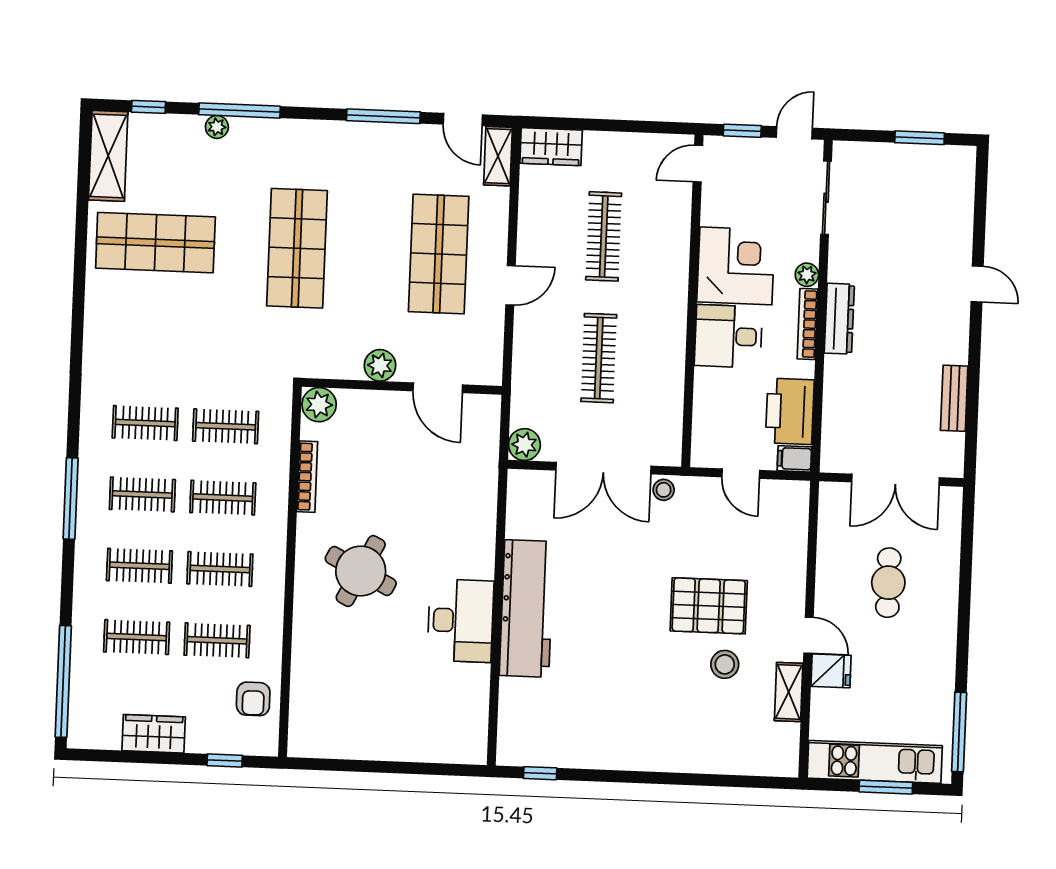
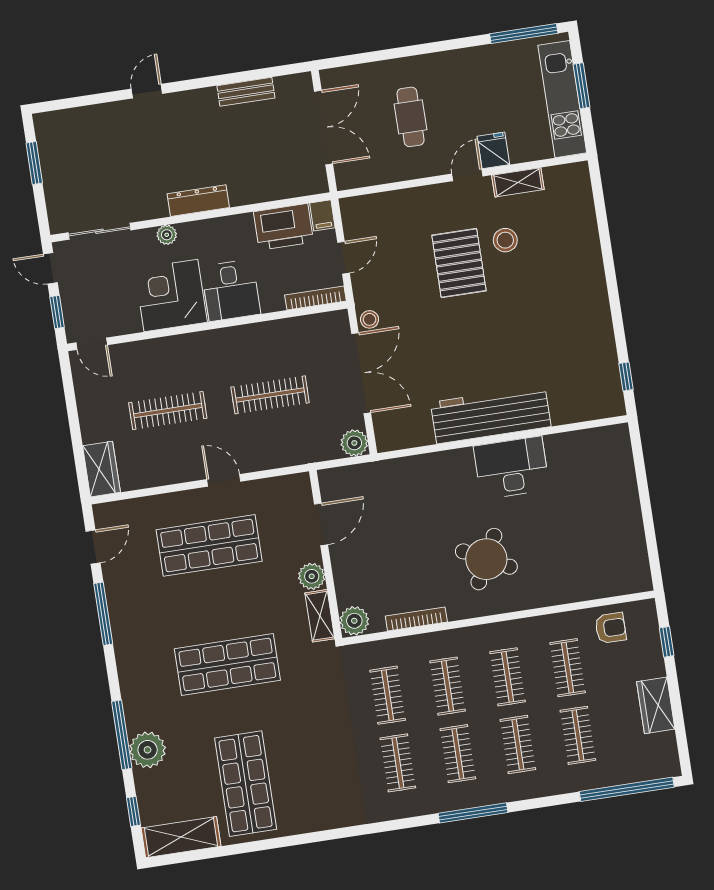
plant: (217, 127) -> (148, 750), width x1.87, depth x1.87
shelving: (498, 156) -> (320, 616), moved, turned 90
bookcase: (808, 324) -> (316, 298), moved, turned 180
cafe table: (888, 583) -> (411, 117), turned 90

